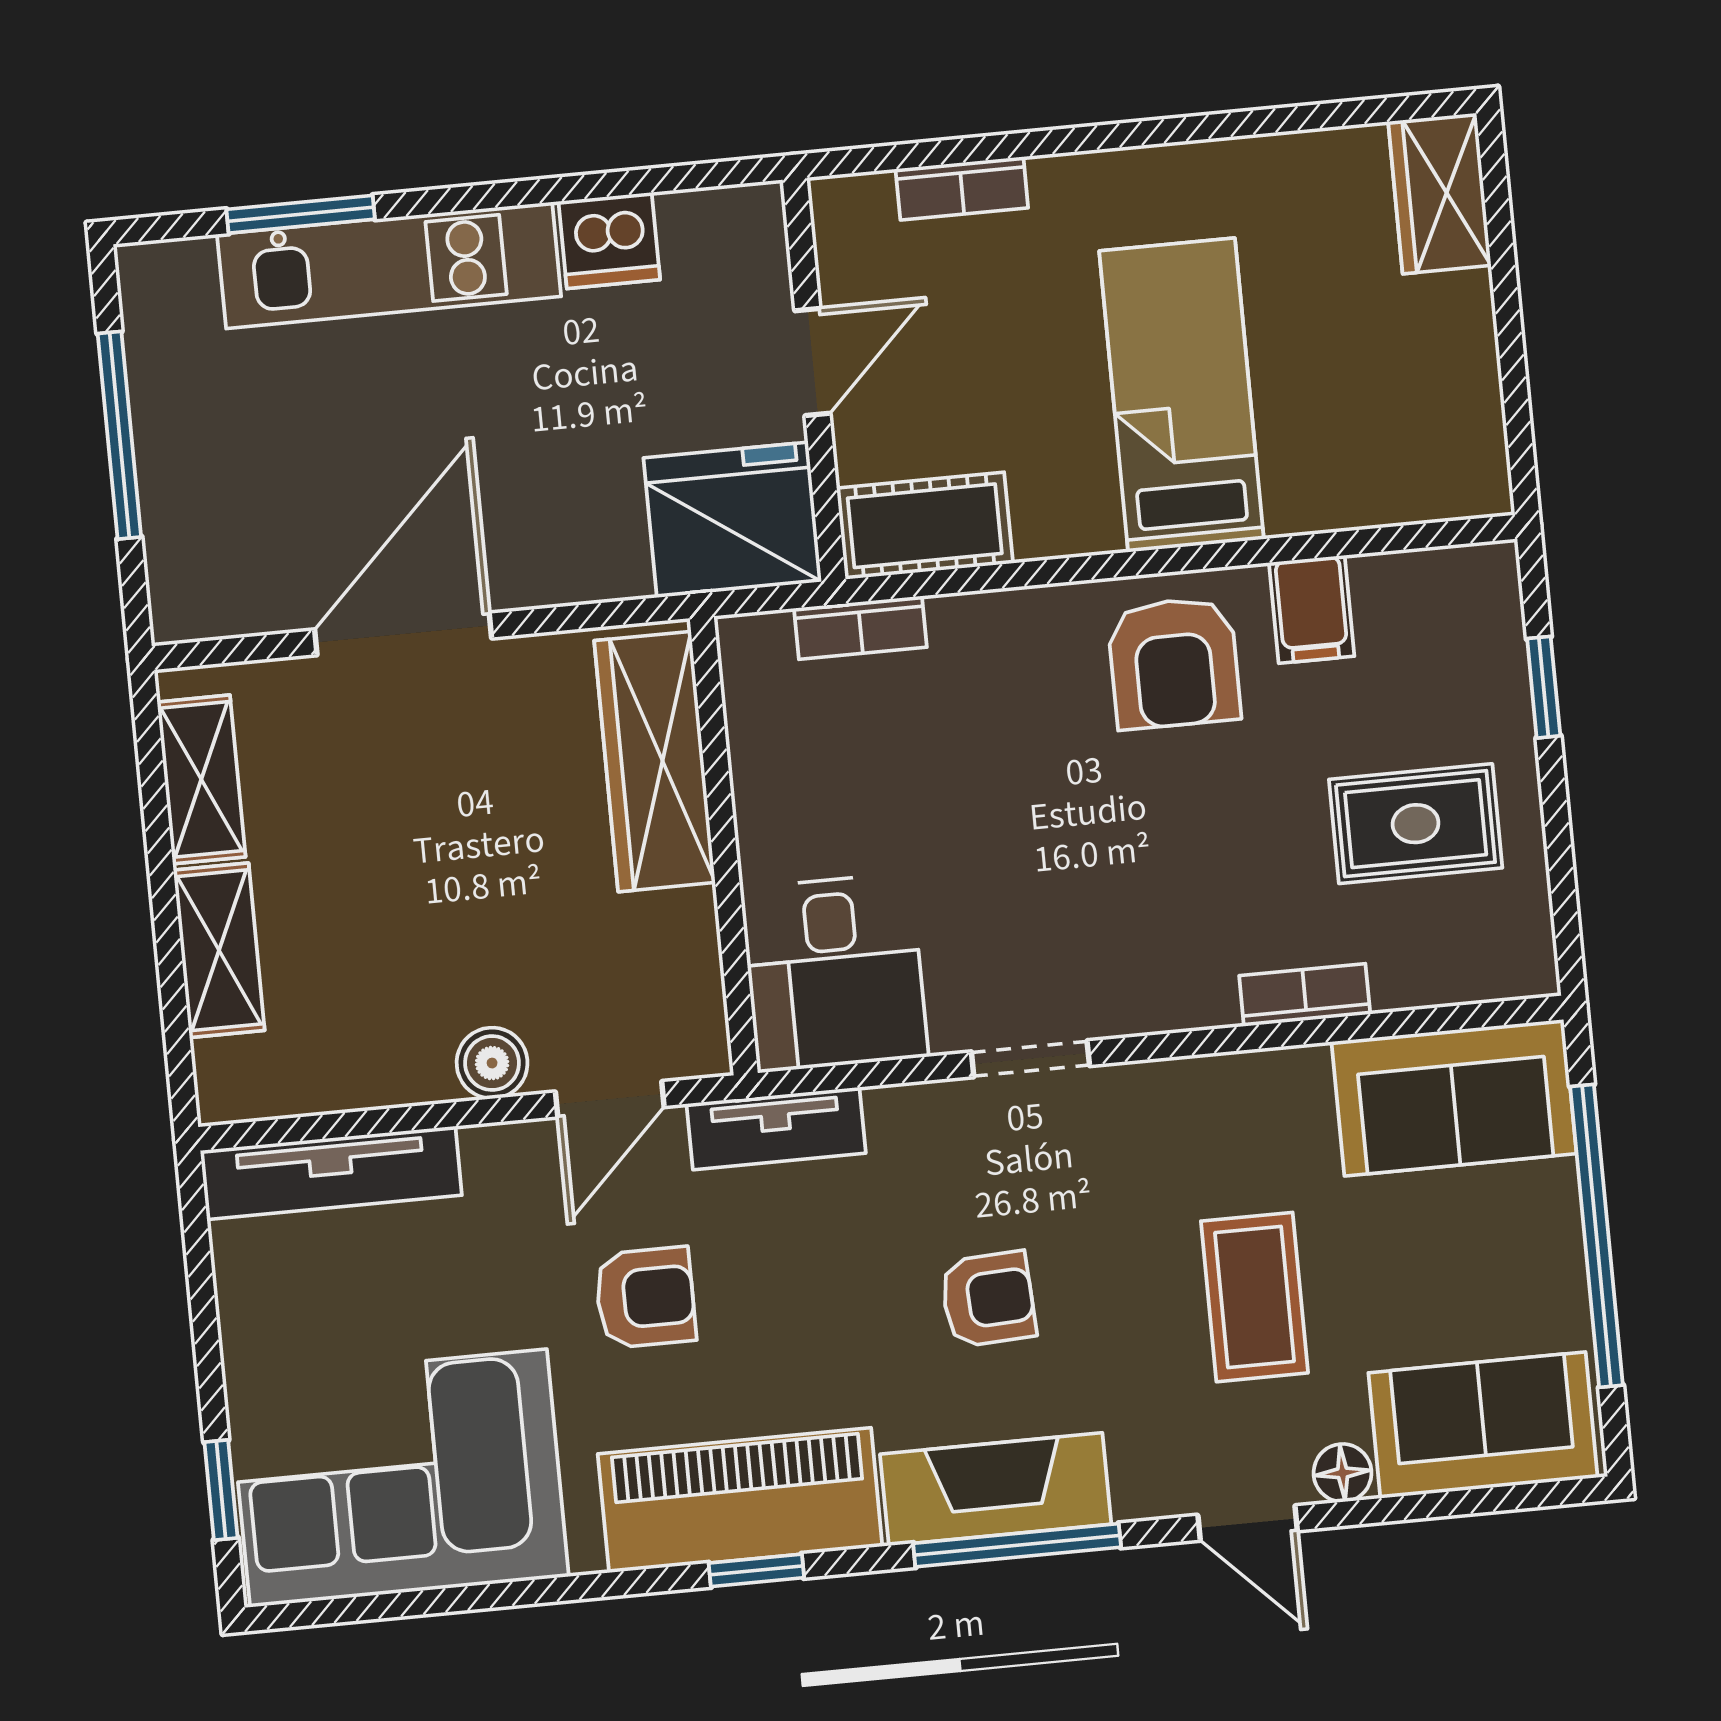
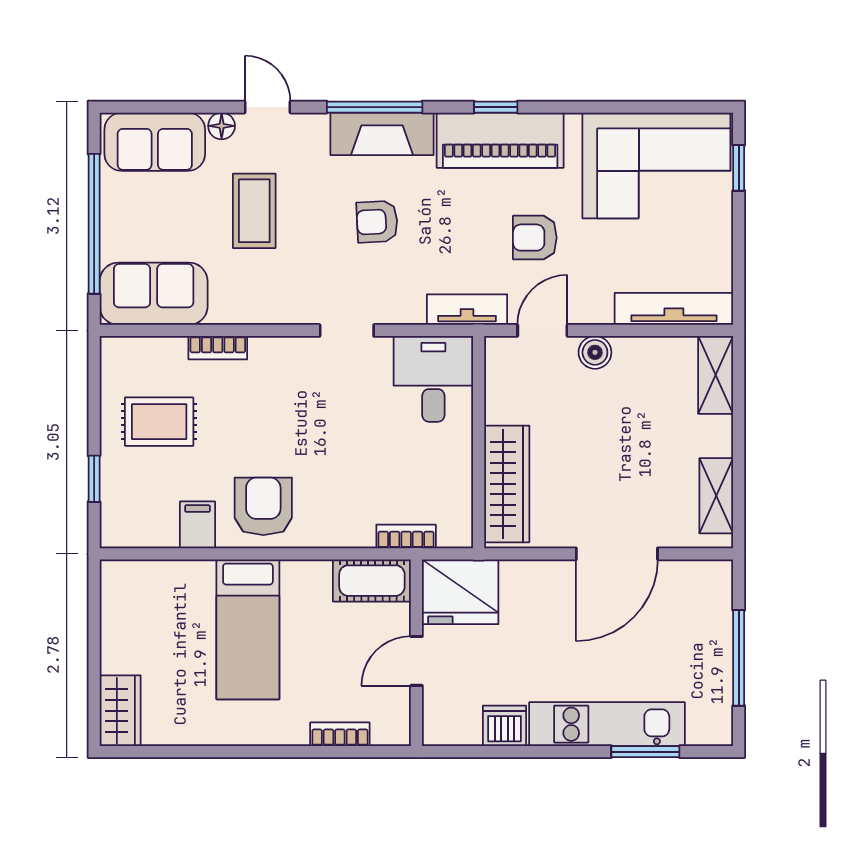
shelving: (219, 950) -> (716, 375), moved

